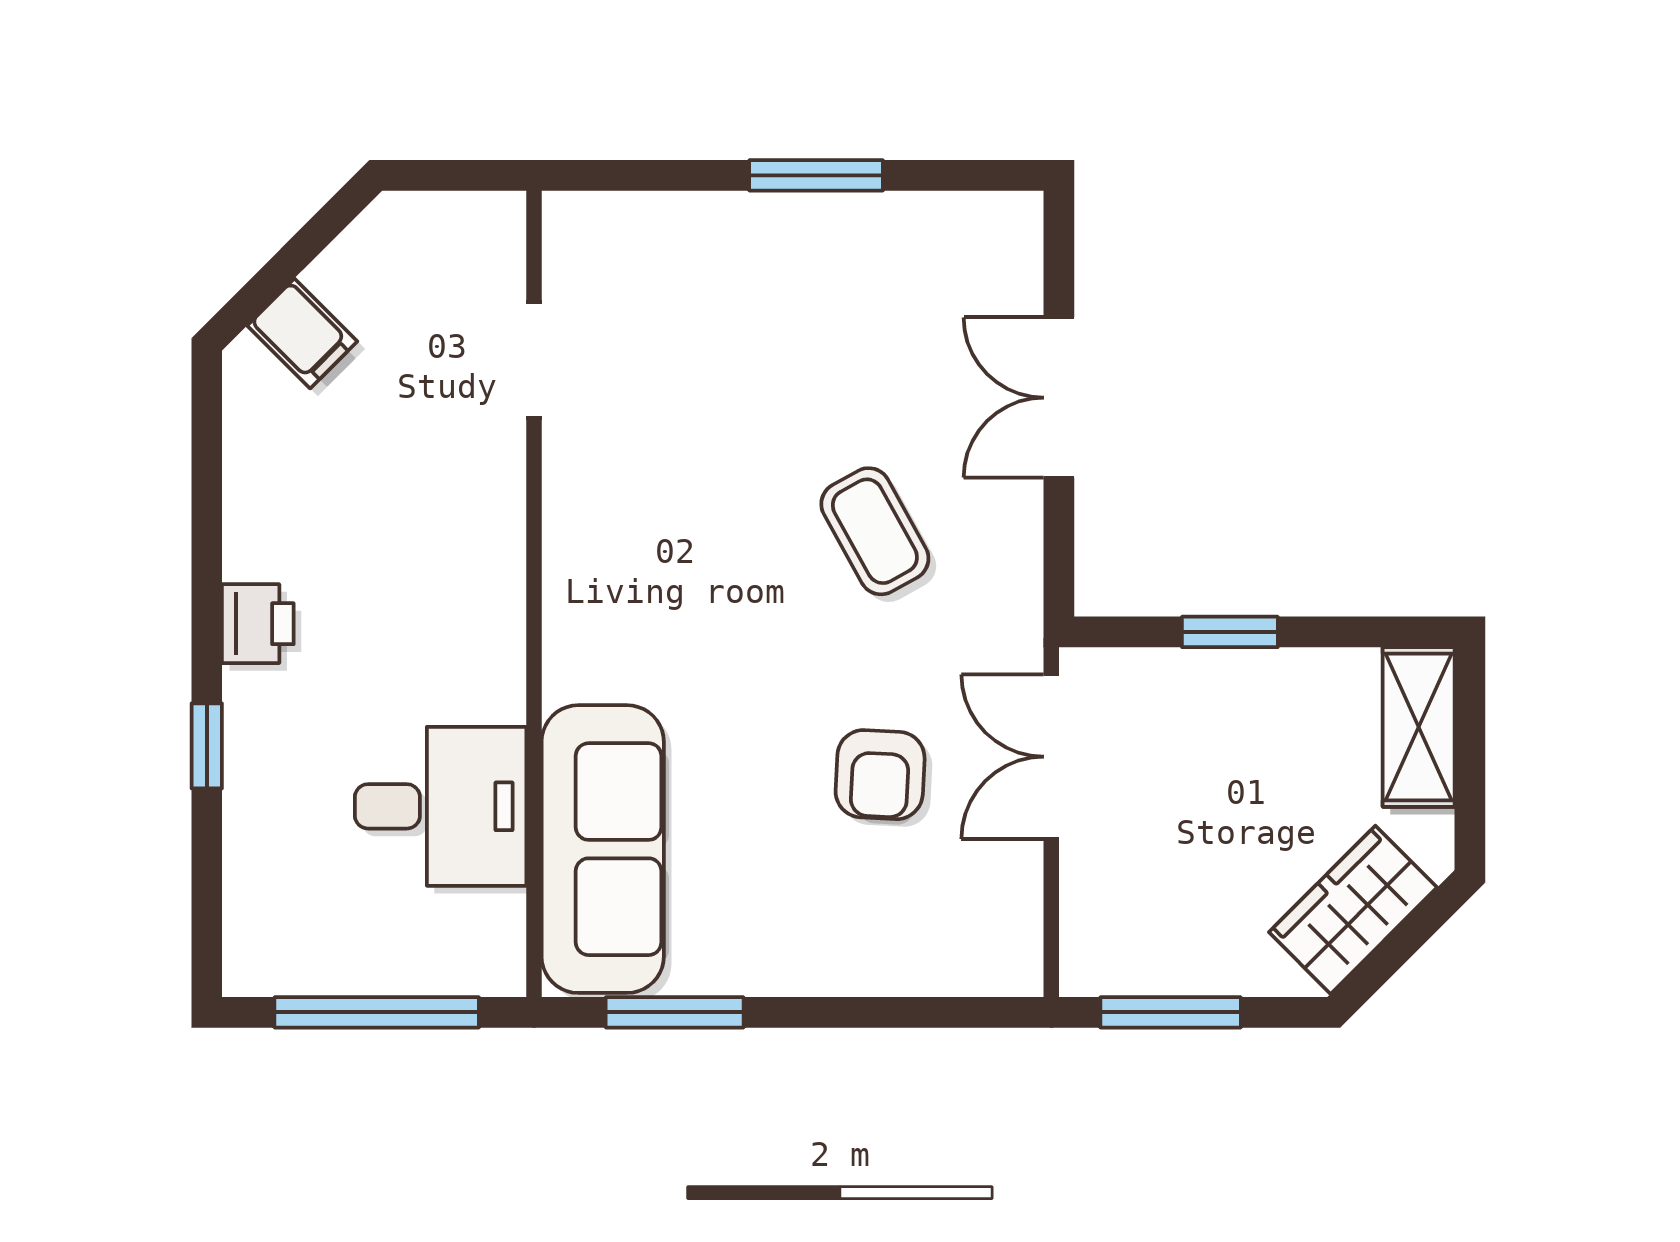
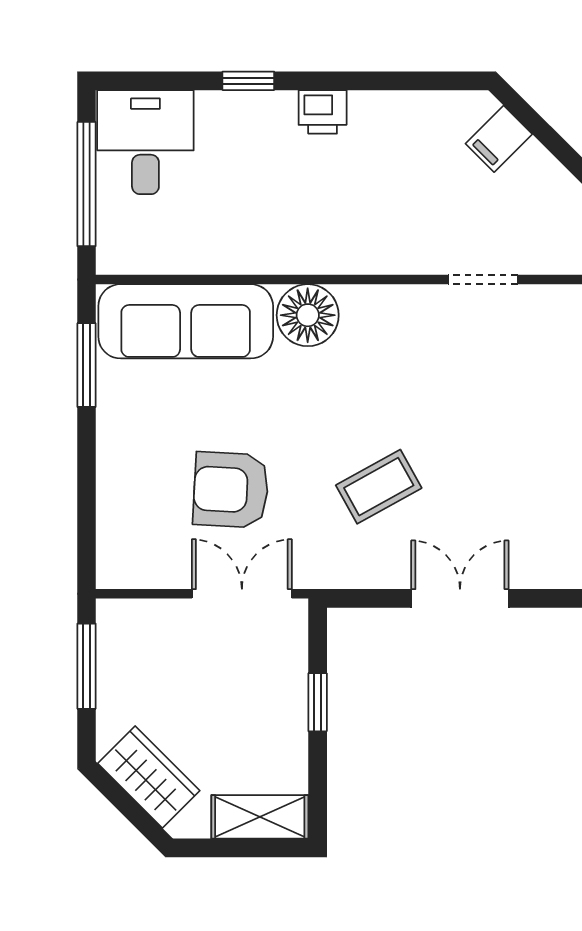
floor lamp: (593, 648) -> (308, 315), added
armchair: (880, 775) -> (231, 490), width x1.38, depth x1.38
desk: (441, 806) -> (145, 142), moved, turned 180

